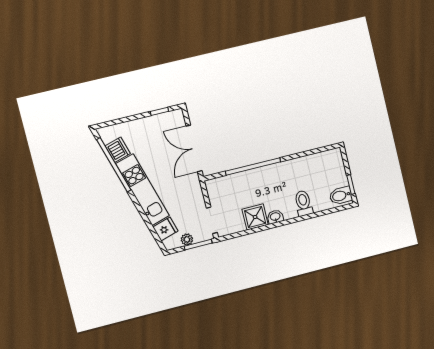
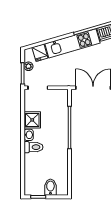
bidet: (341, 196) -> (50, 187), moved
toilet: (303, 203) -> (33, 147), moved

